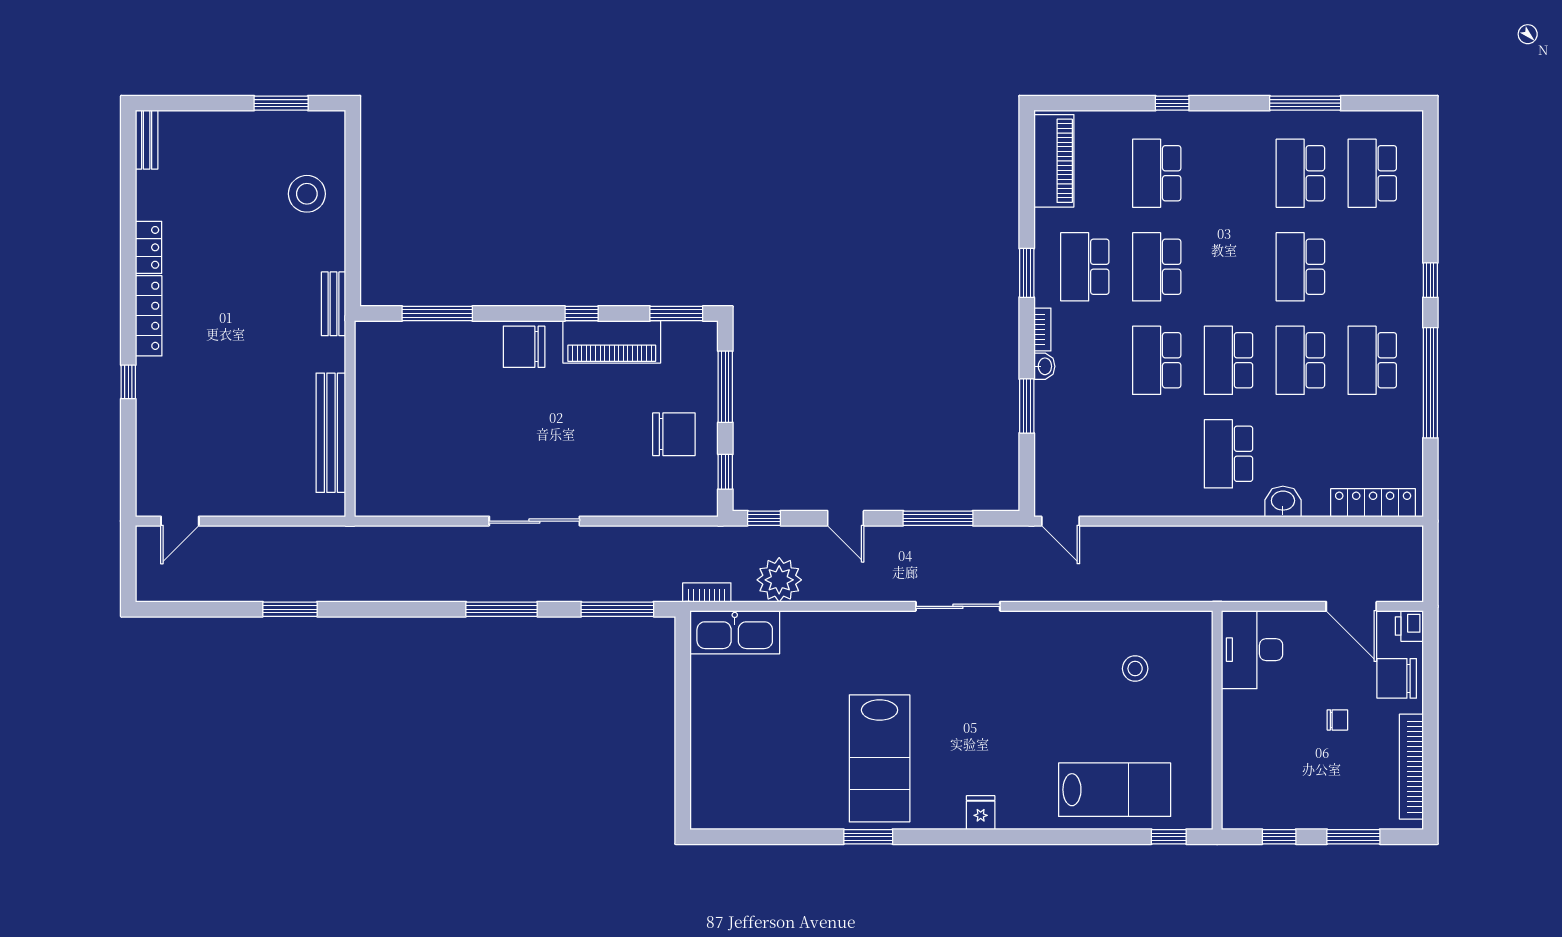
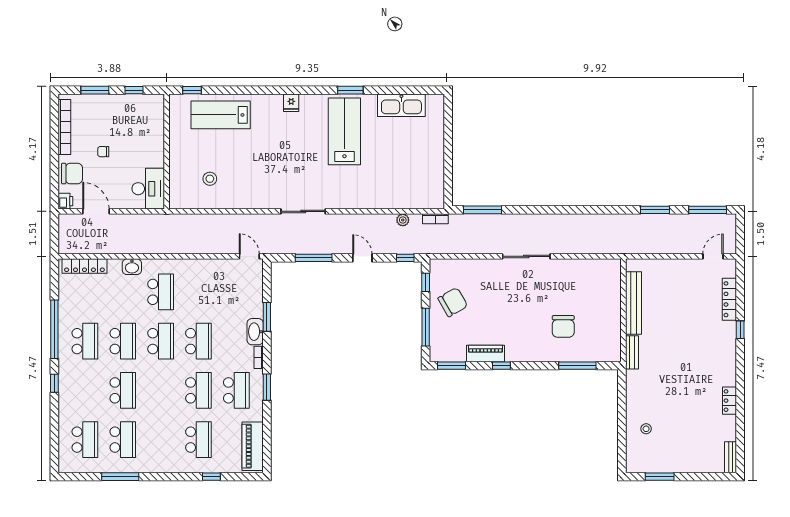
window: (1172, 103) -> (211, 477), moved
stool: (307, 194) -> (646, 429), width x0.53, depth x0.53
bench: (334, 304) -> (632, 352), moved
locker: (149, 316) -> (729, 299), moved
piano: (612, 342) -> (486, 354), width x0.73, depth x0.75
chair: (524, 347) -> (563, 326), moved, turned 90
washbasin: (1044, 366) -> (255, 332), width x1.91, depth x1.45
chair: (674, 434) -> (453, 302), turned 150
plant: (779, 580) -> (403, 220), width x0.53, depth x0.53
window: (502, 609) -> (708, 210), moved
kitchen sink: (735, 632) -> (401, 105), moved, turned 180

